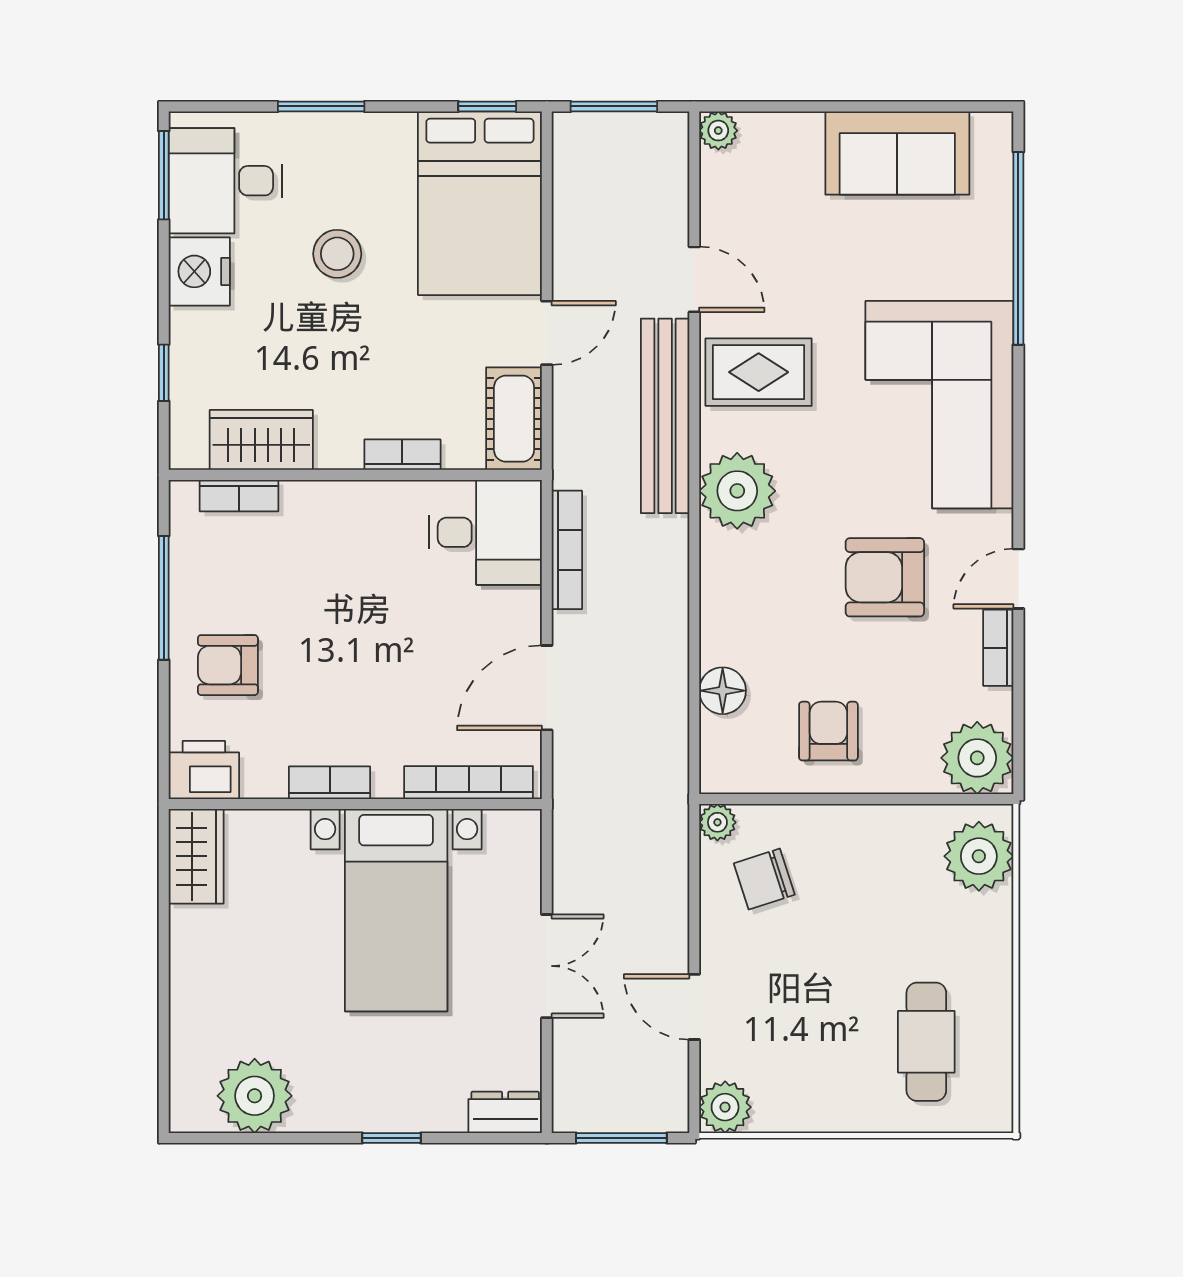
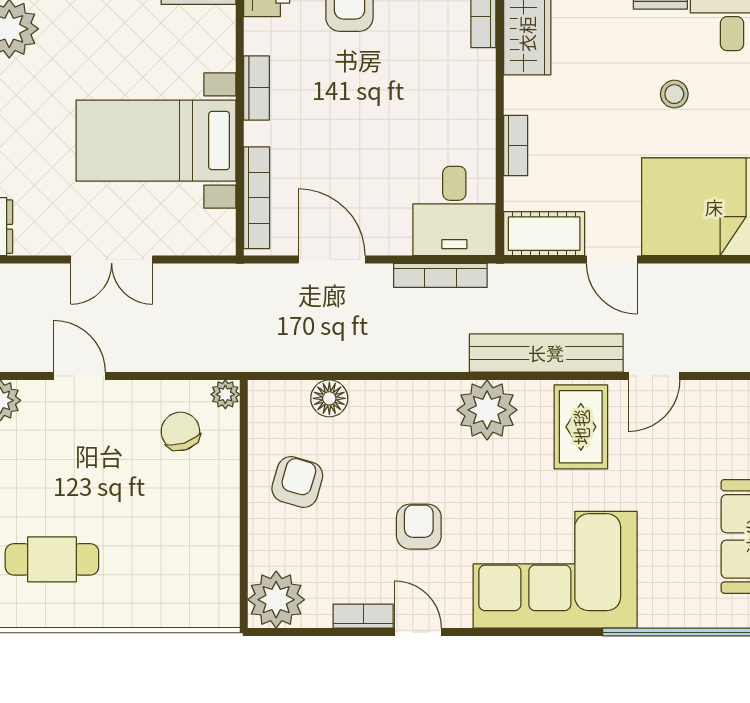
stool: (337, 254) -> (674, 94), width x0.73, depth x0.73
armchair: (885, 577) -> (419, 527), width x0.72, depth x0.72
armchair: (828, 731) -> (297, 482), turned -74
plant: (979, 856) -> (199, 601), removed
door: (694, 1007) -> (79, 376), hinge flipped

